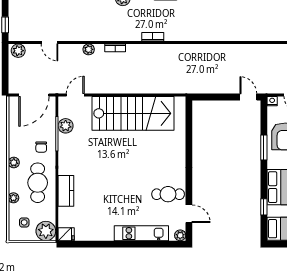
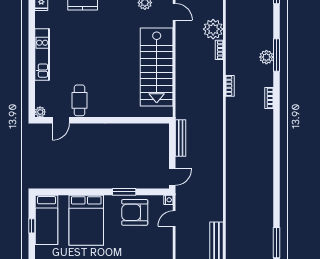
plant: (89, 49) -> (213, 29), width x1.88, depth x1.88
bench: (207, 88) -> (181, 138), added
window: (264, 207) -> (67, 192), removed
kitchen unit: (141, 233) -> (42, 55), moved

